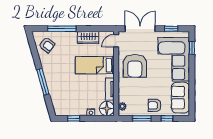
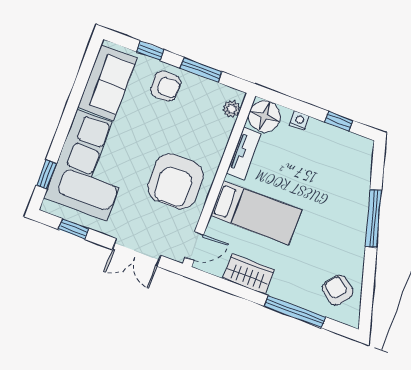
double door: (140, 29) -> (137, 252), width x0.73
armchair: (135, 66) -> (175, 181), turned 180

